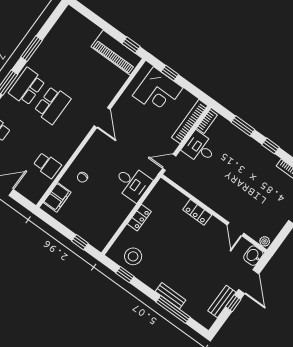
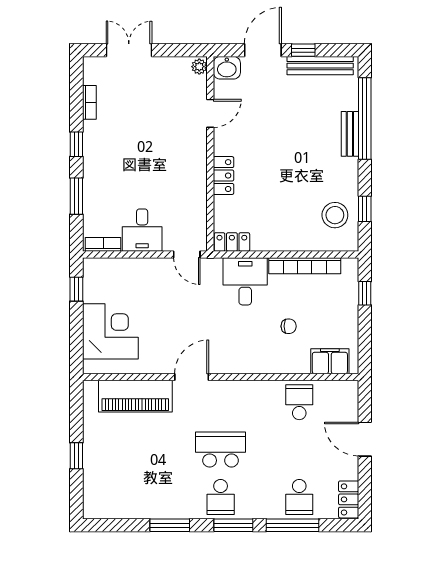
window: (131, 45) -> (76, 456), moved
piano: (117, 53) -> (135, 396), moved, turned 90
window: (170, 73) -> (76, 289), moved
school desk: (27, 87) -> (221, 497), width x0.54
bookcase: (190, 122) -> (305, 266), moved
chair: (82, 177) -> (289, 326), moved
locker: (139, 218) -> (232, 242), moved
bench: (222, 301) -> (320, 66), width x1.36
window: (173, 310) -> (365, 118), width x1.46

